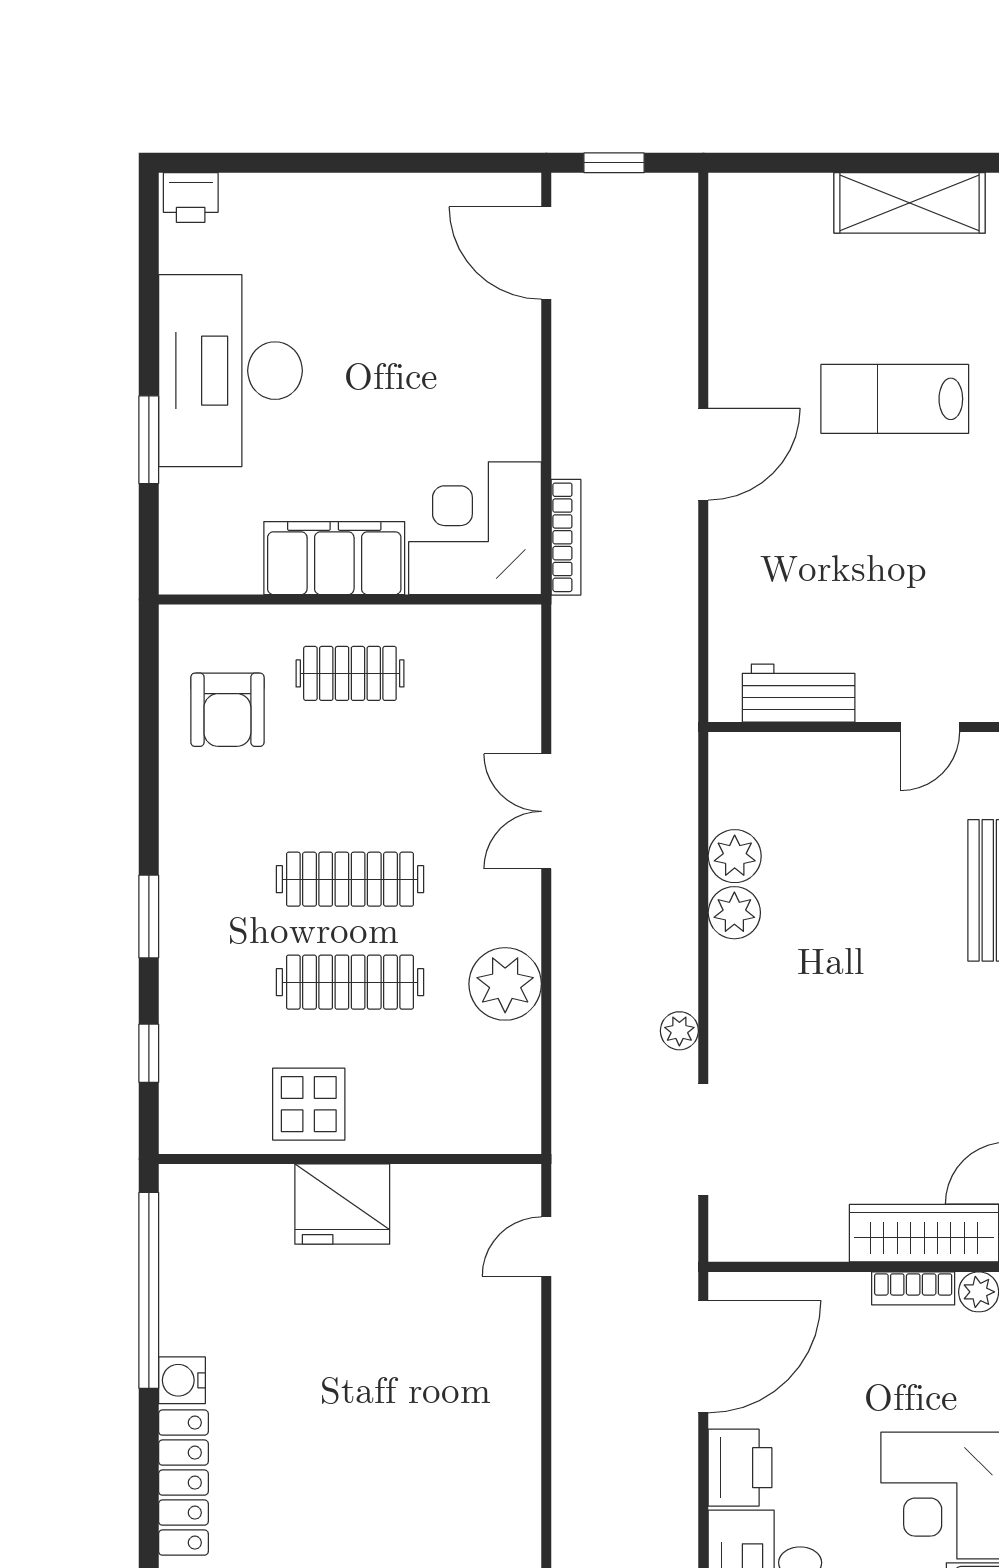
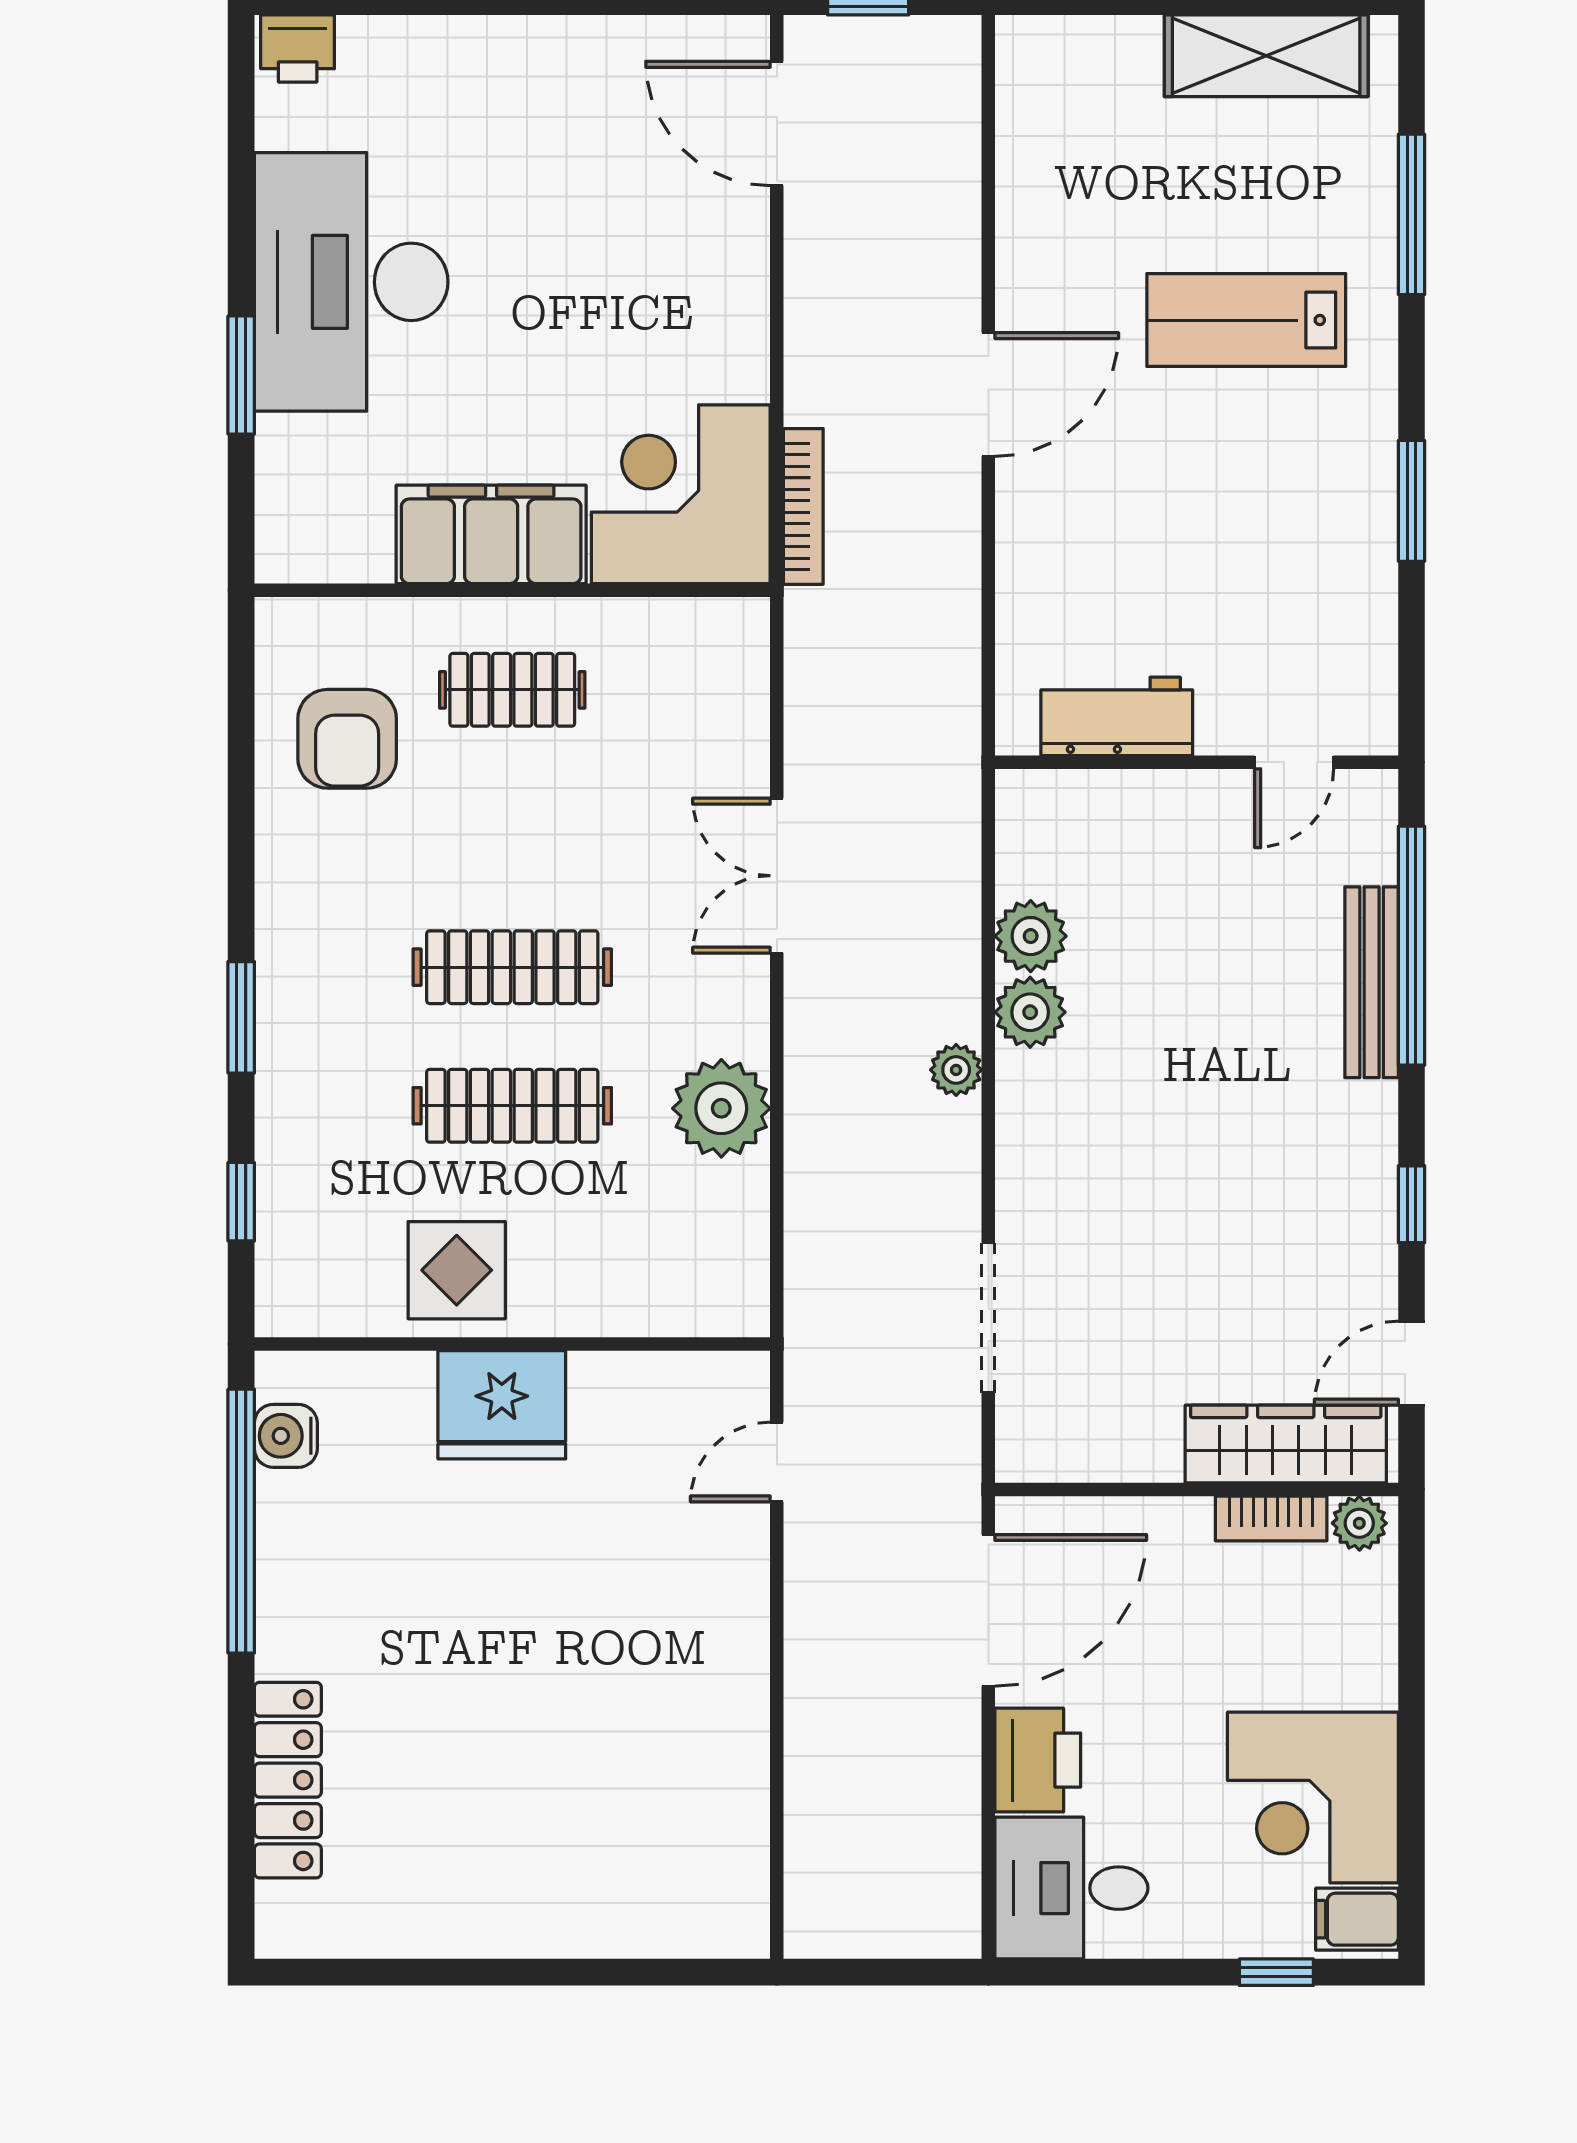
plant: (679, 1031) -> (956, 1070), moved
water cooler: (182, 1380) -> (286, 1436), moved

